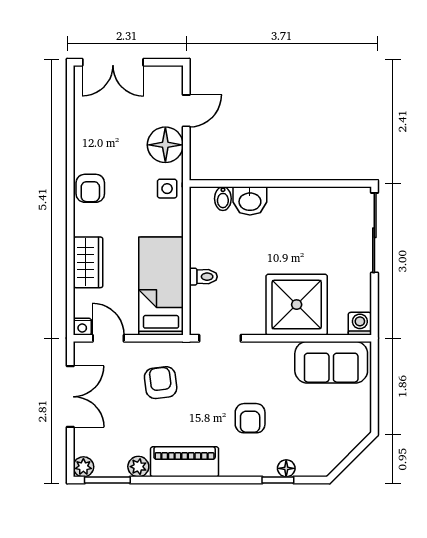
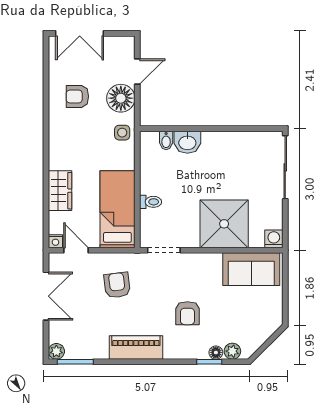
armchair: (90, 188) -> (77, 96), moved, turned 90
plant: (138, 467) -> (232, 351), moved

